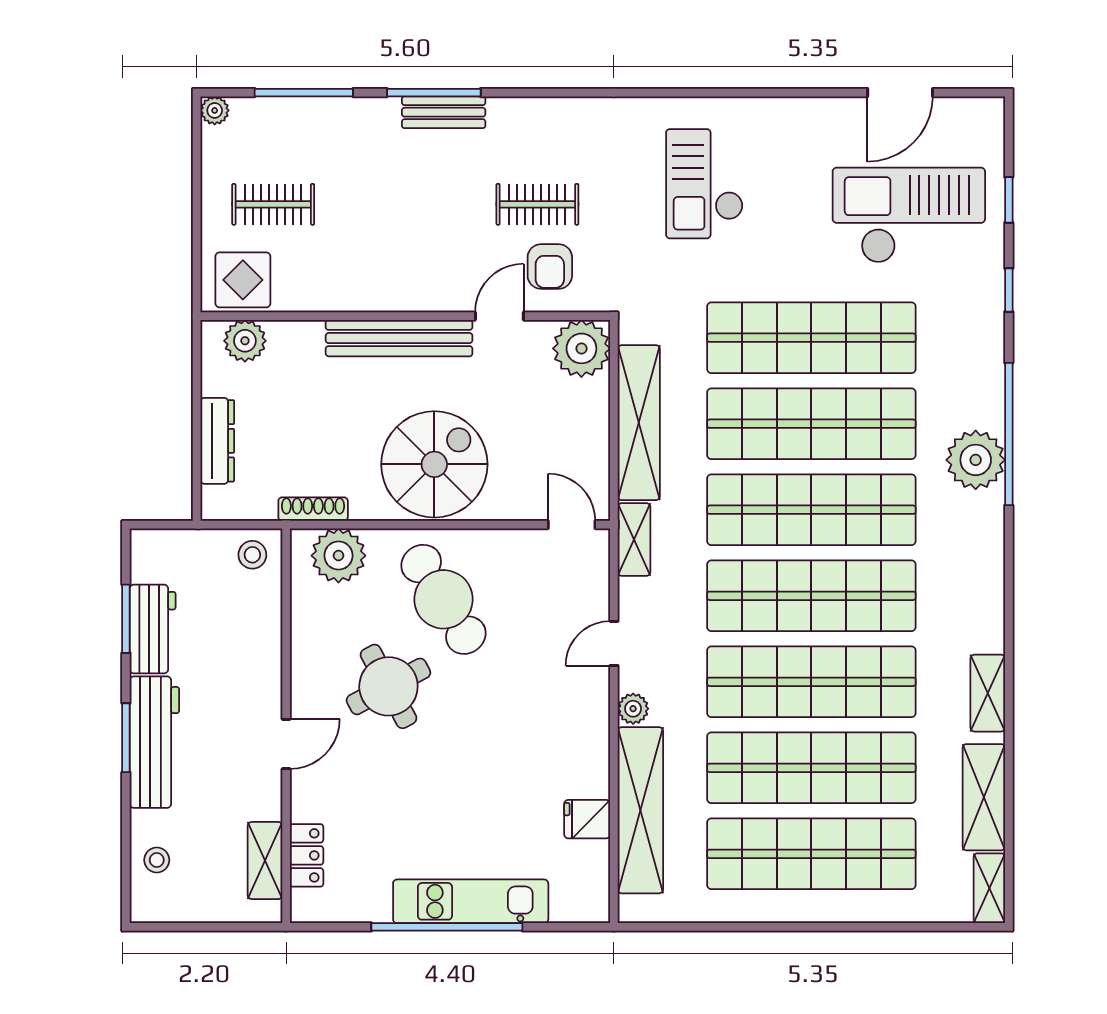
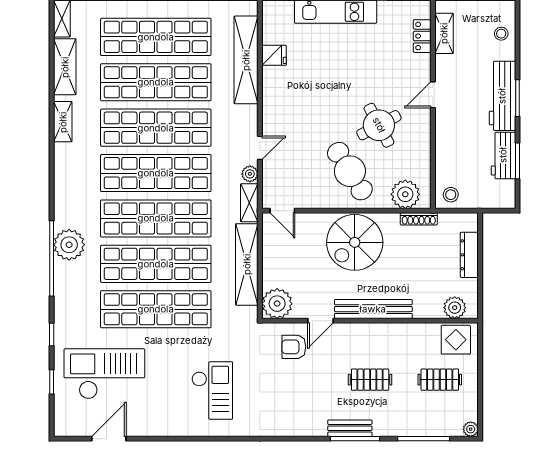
clothes rail: (537, 204) -> (370, 380), moved
checkout: (909, 215) -> (104, 374), turned 180
armchair: (550, 266) -> (294, 347), turned -90
plant: (633, 709) -> (250, 174), moved

